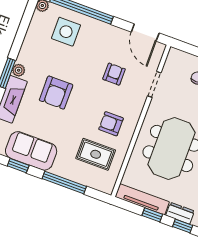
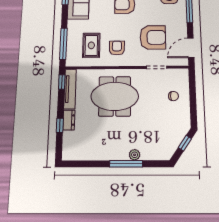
armchair: (114, 74) -> (153, 37), width x1.88, depth x1.88
window: (64, 183) -> (63, 44), moved
window: (152, 215) -> (62, 82), moved

